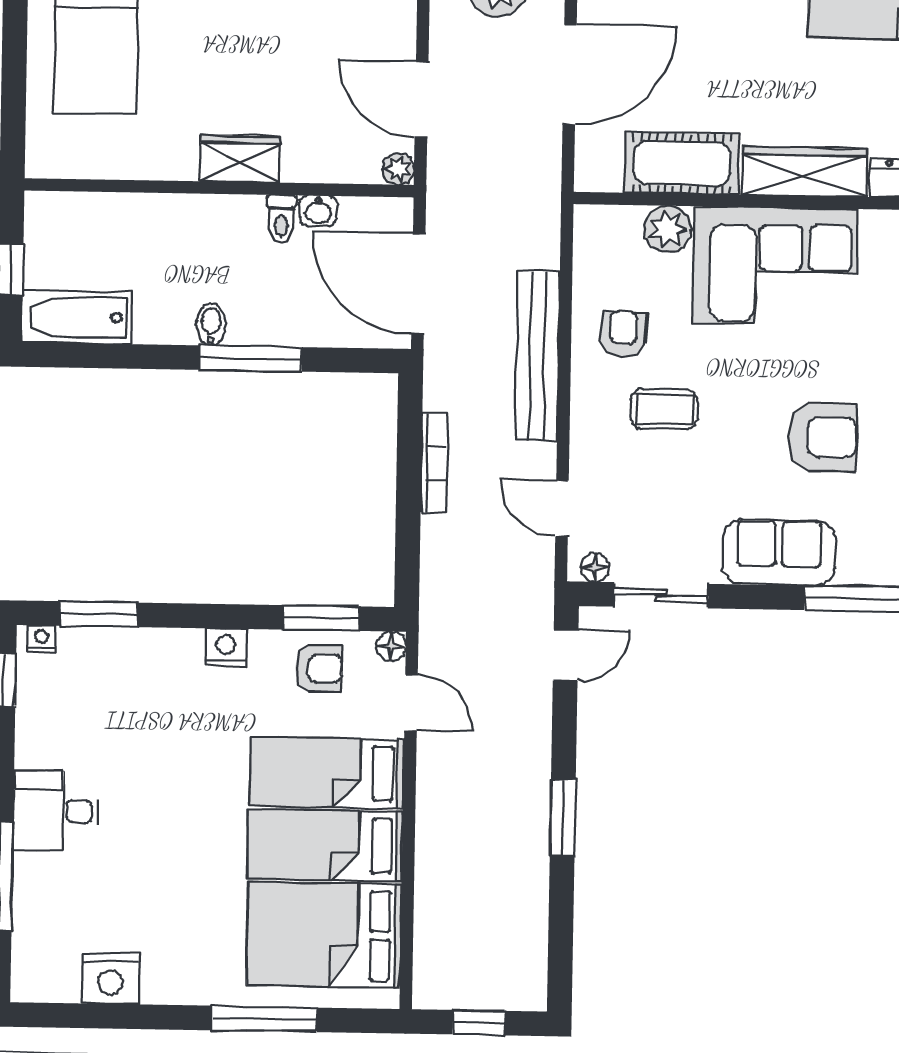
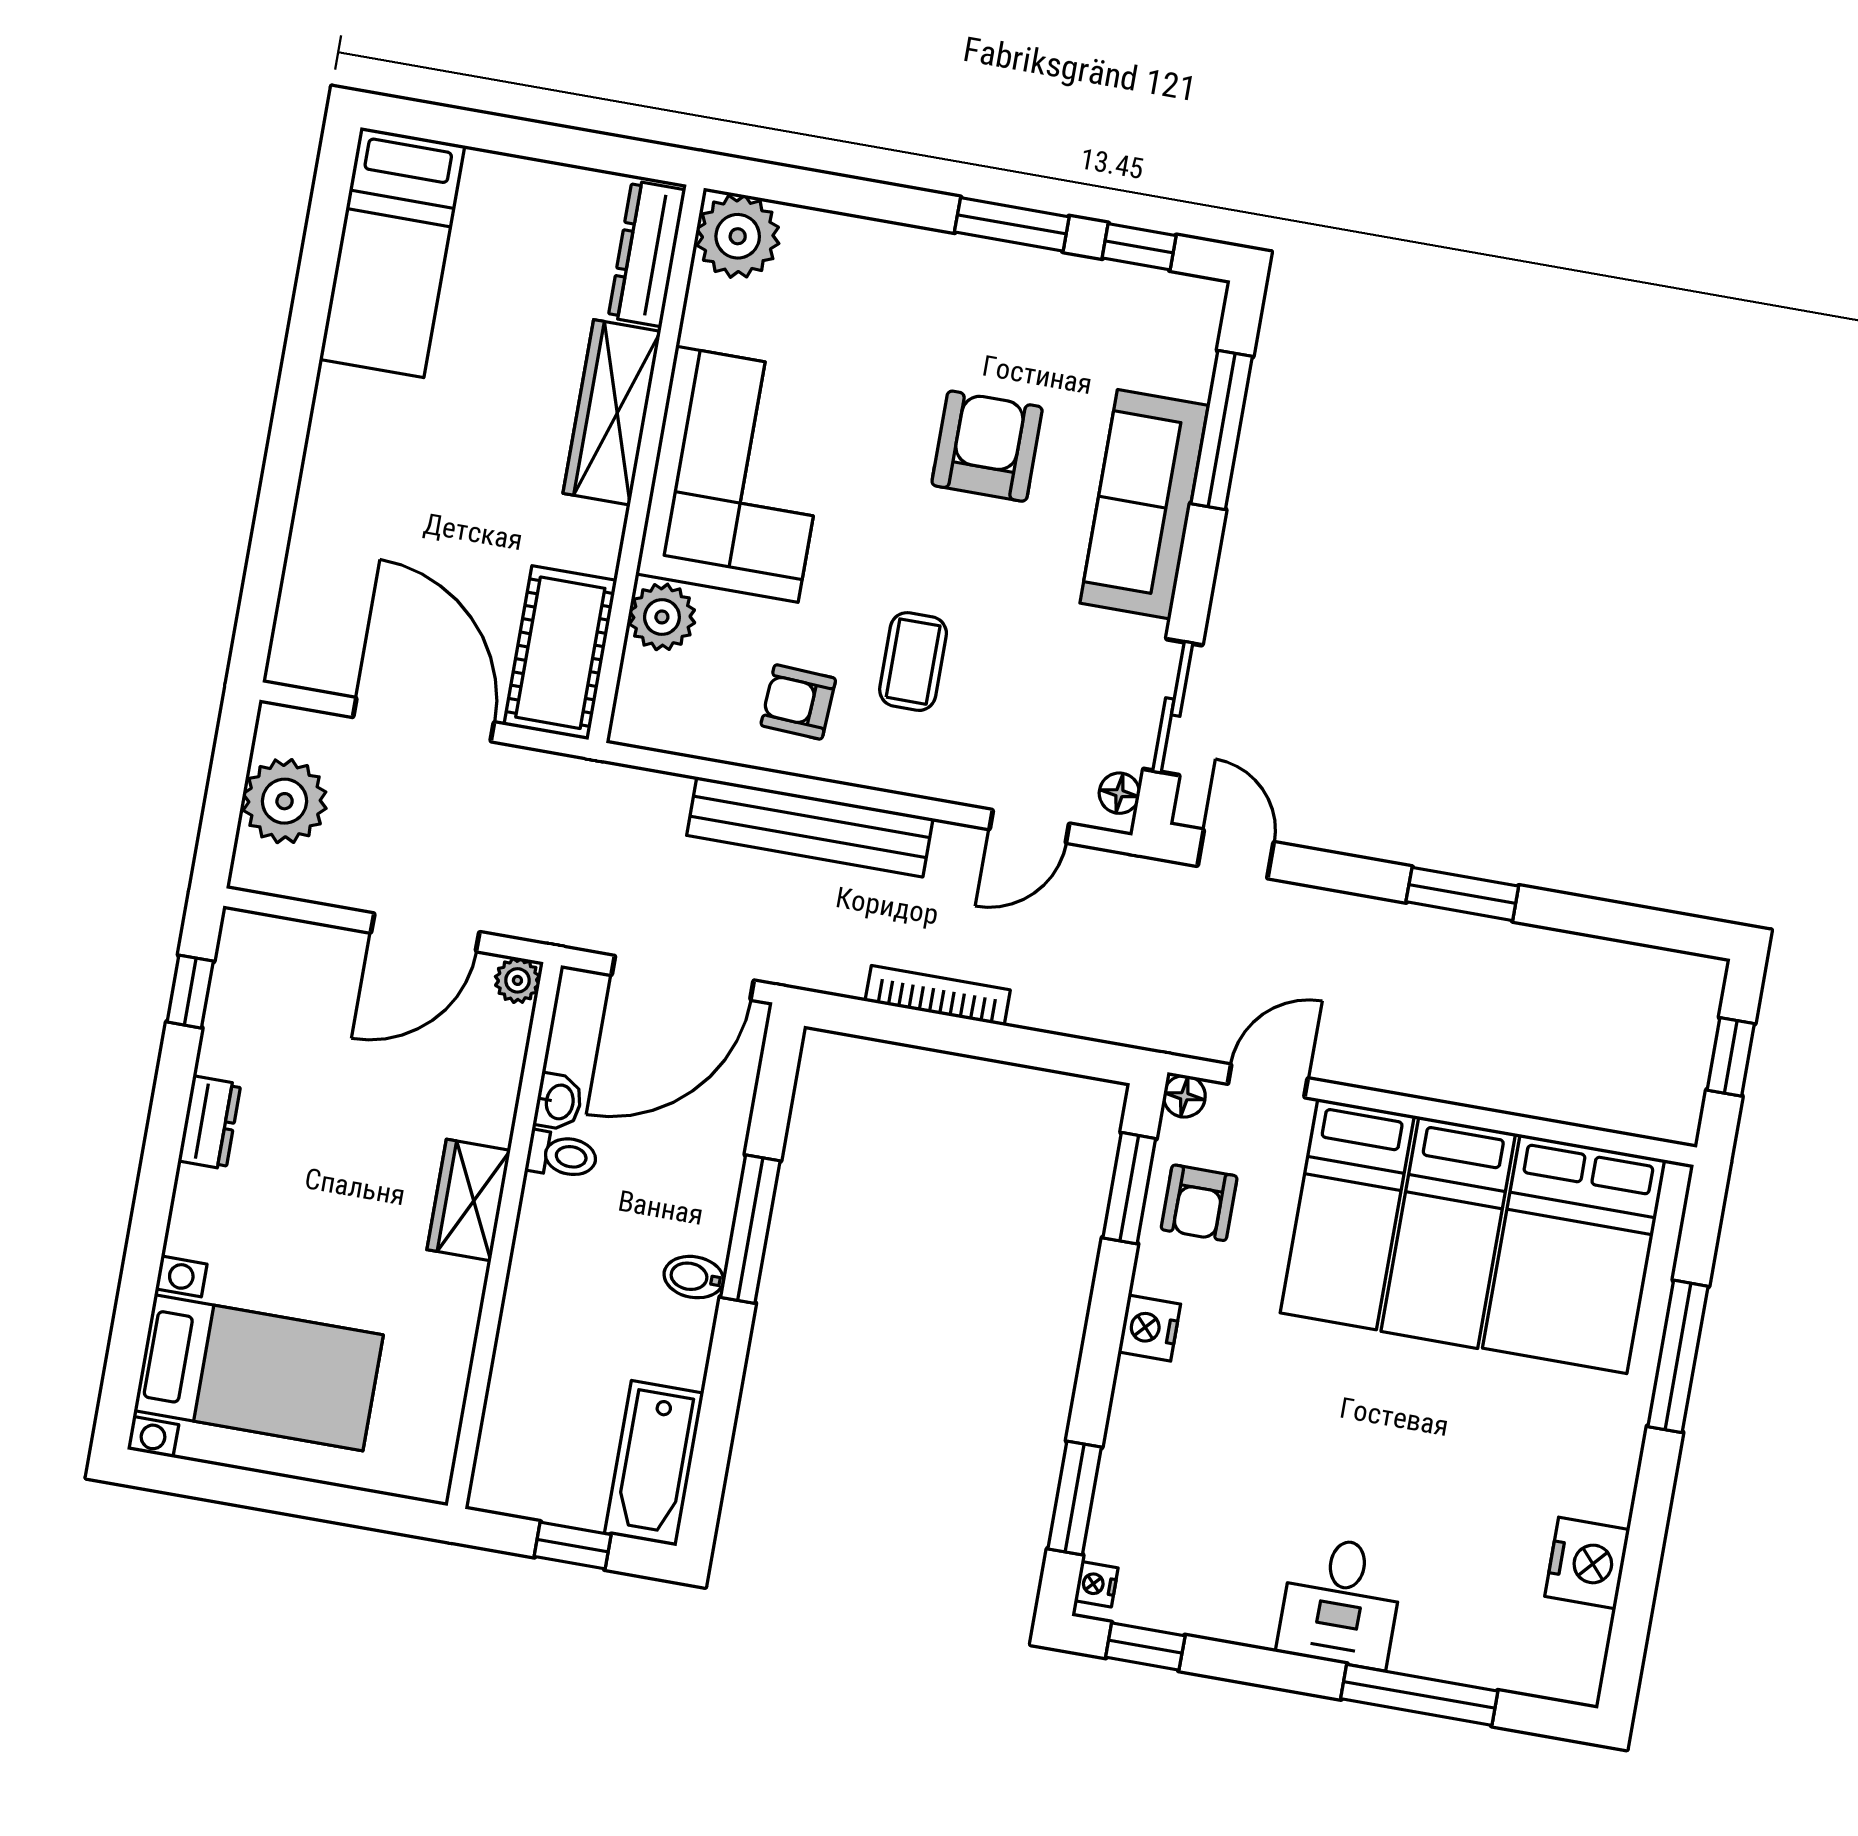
cot: (682, 163) -> (560, 653), moved
sofa: (779, 553) -> (1144, 504), width x1.36
armchair: (319, 668) -> (1199, 1203), turned 180

